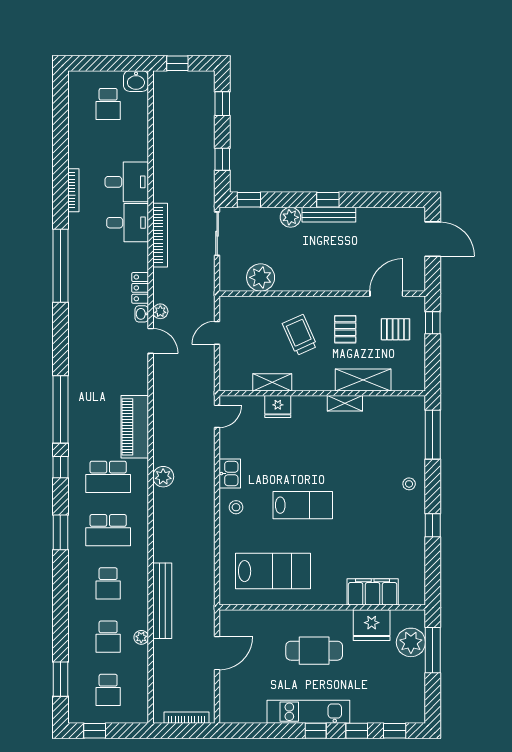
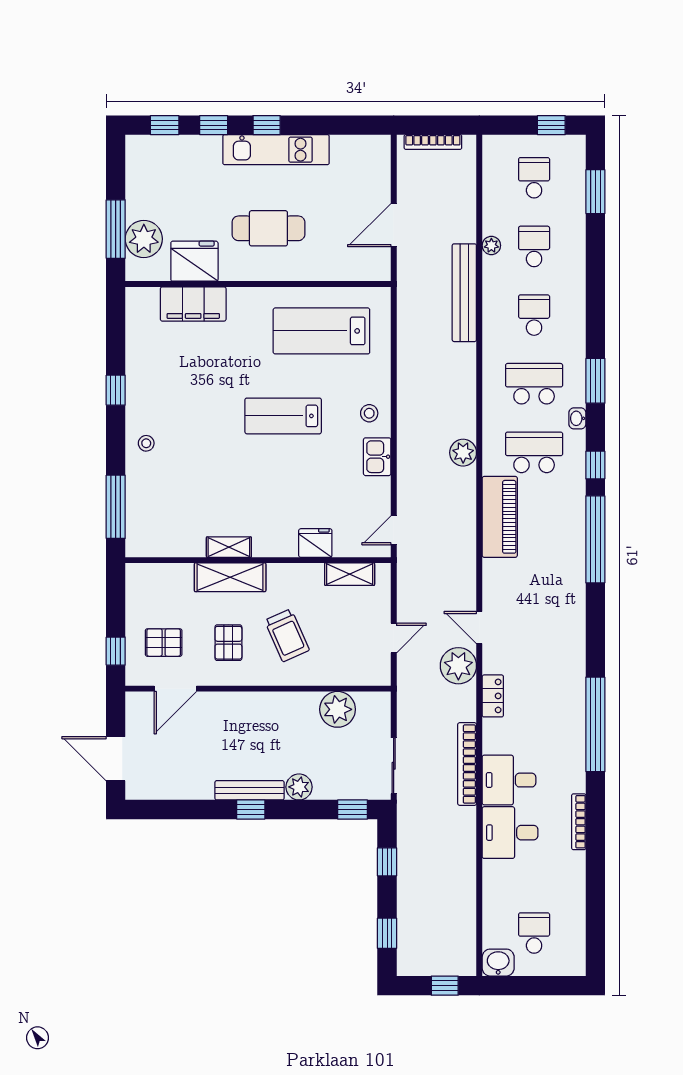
plant: (160, 311) -> (458, 666), width x1.88, depth x1.88
washbasin: (142, 314) -> (577, 418), moved, turned 180
shelving: (363, 380) -> (230, 577), moved
shelving: (272, 382) -> (350, 574), moved

